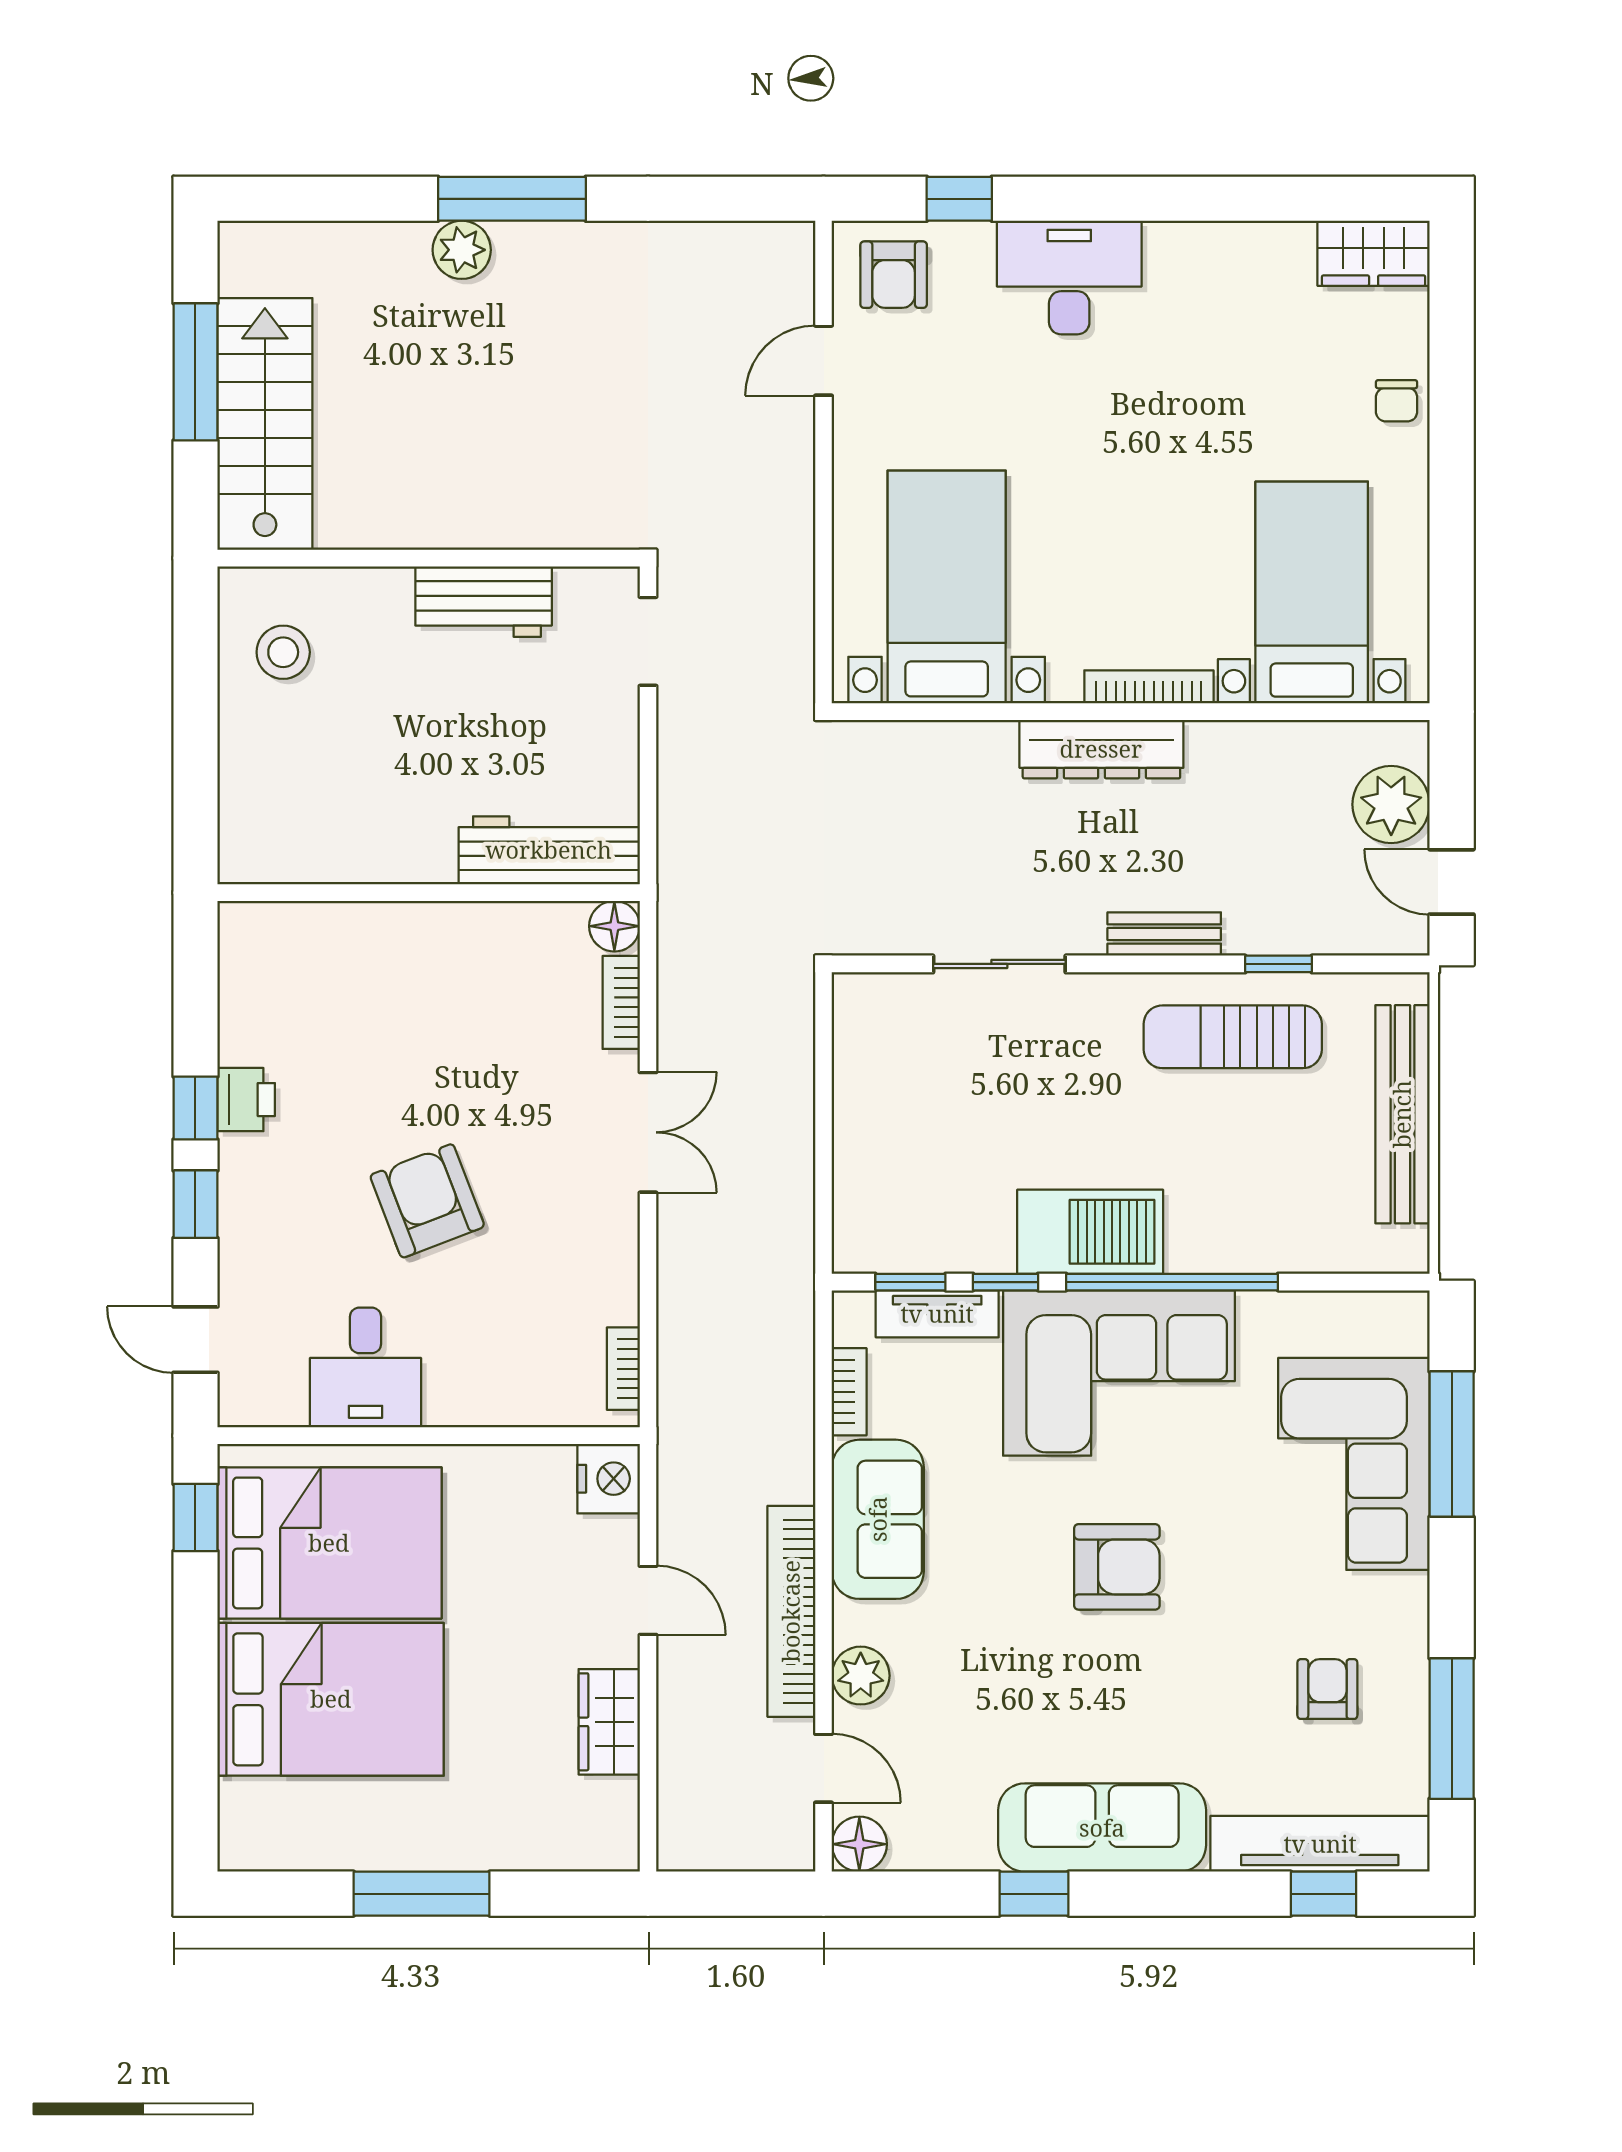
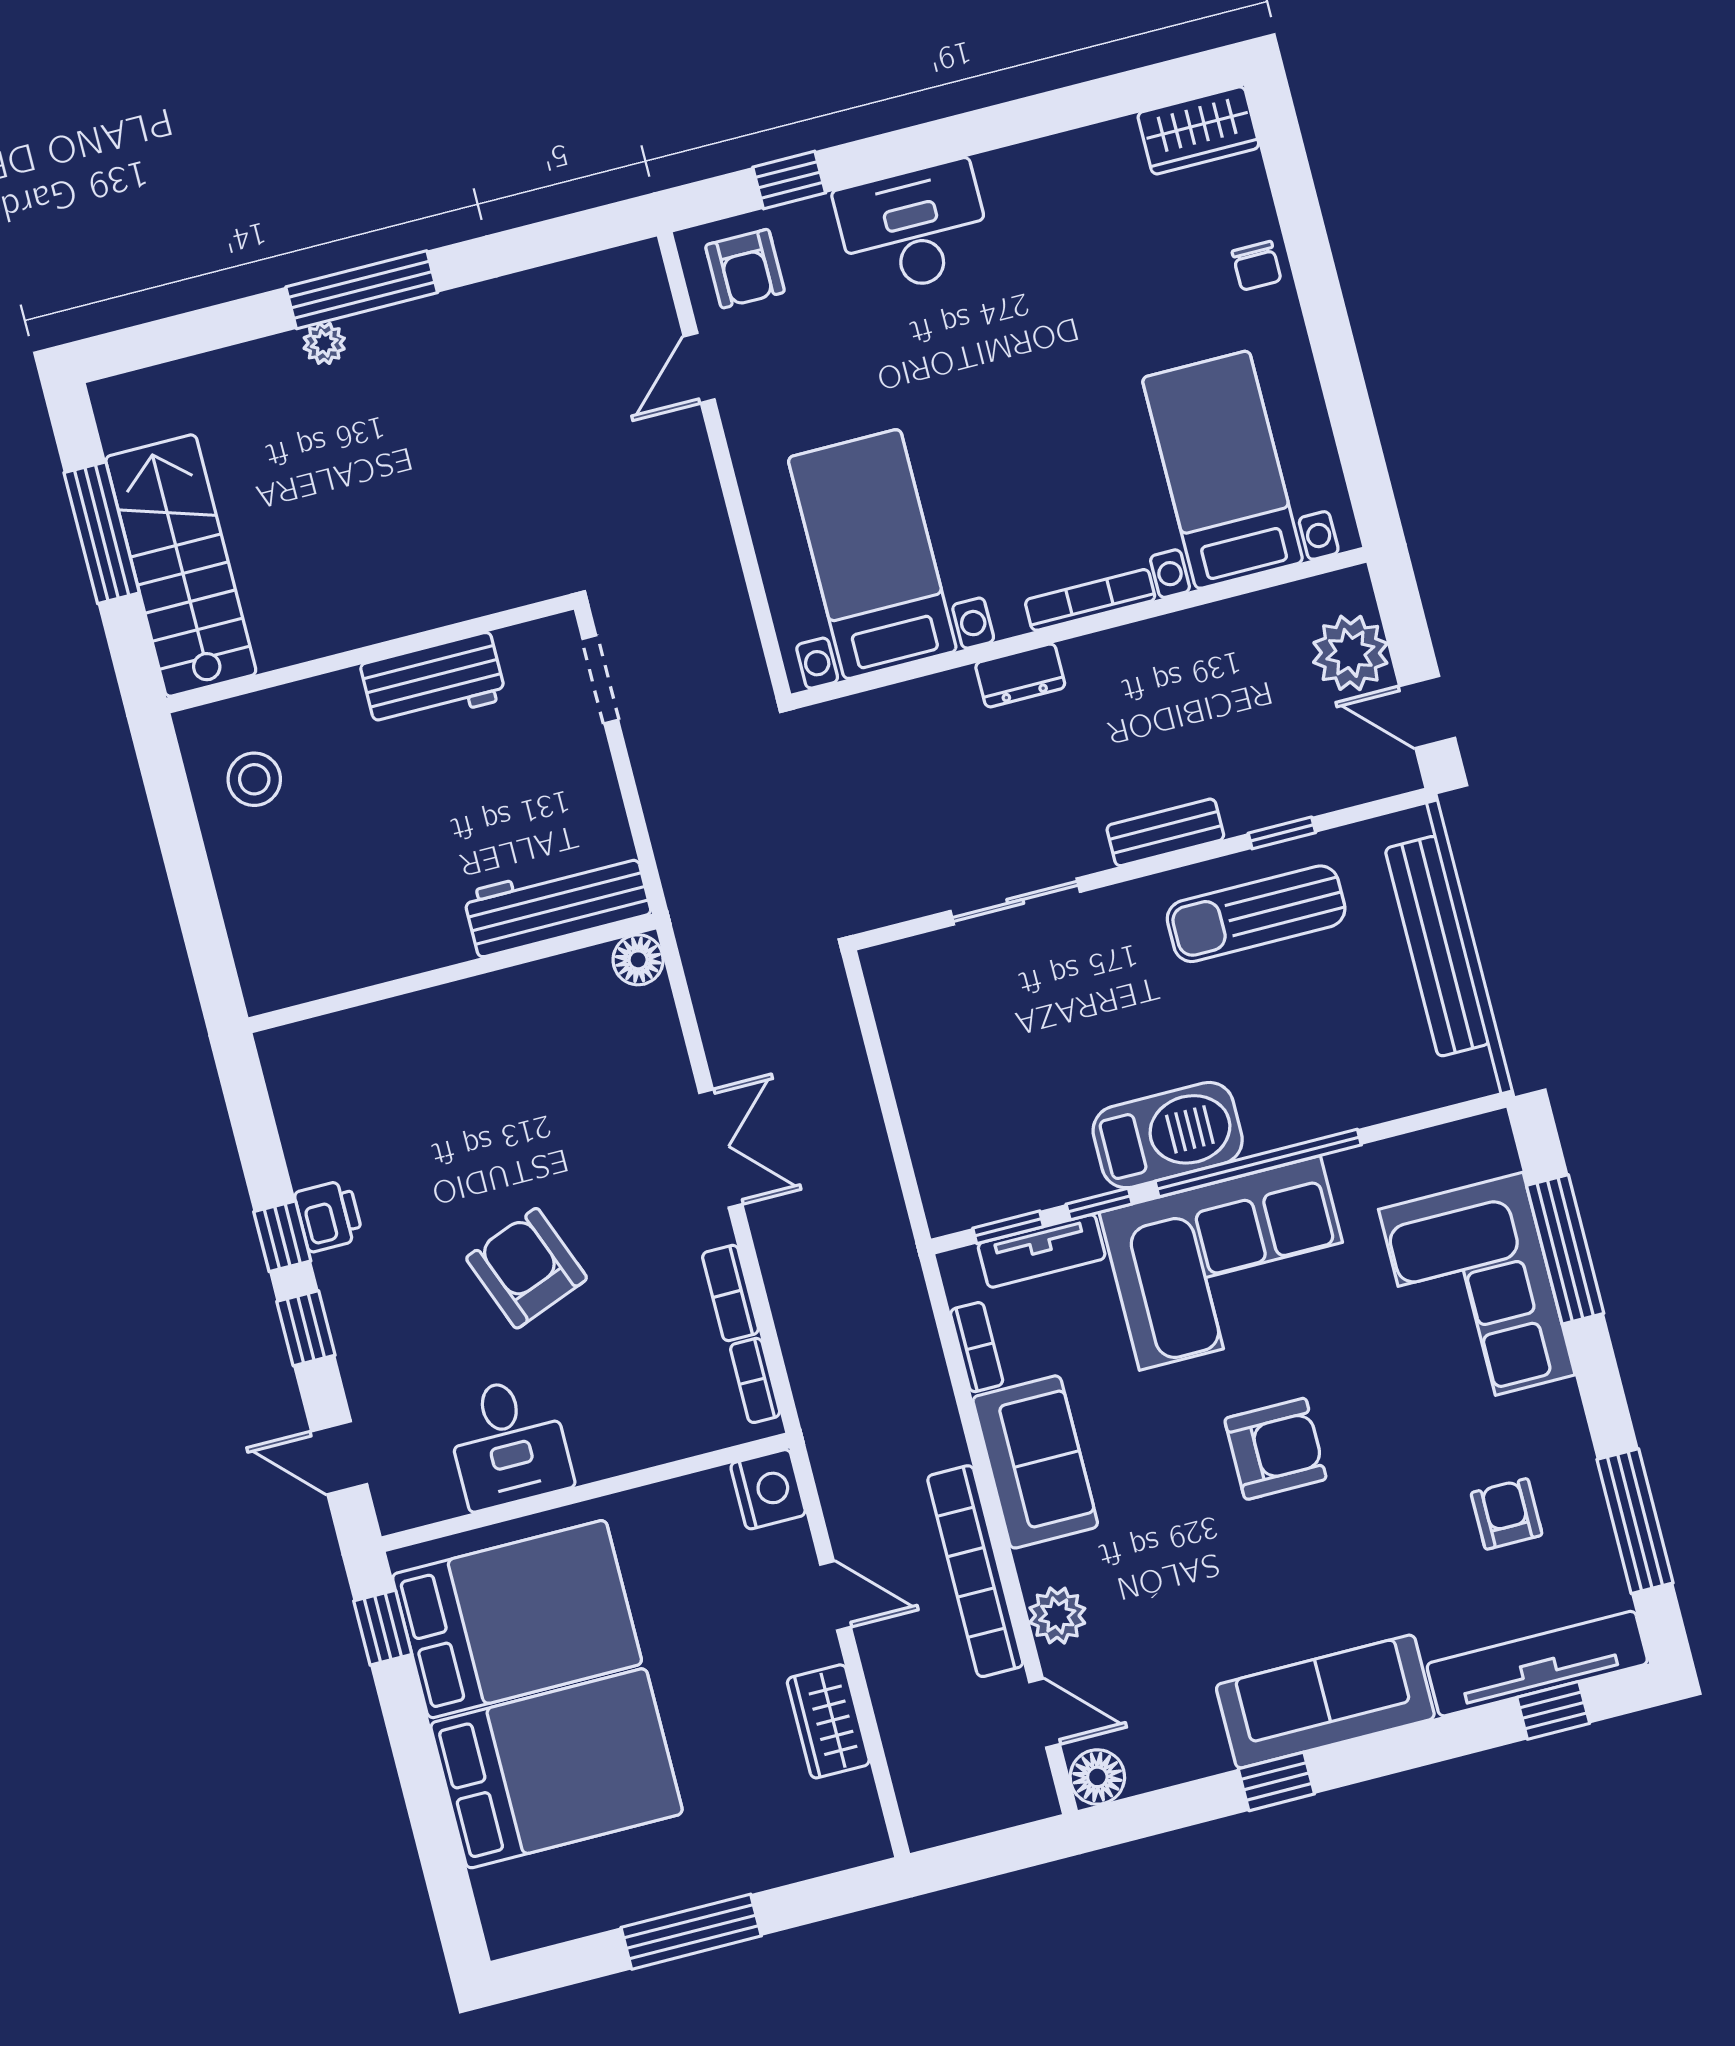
plant: (462, 250) -> (324, 343), width x0.73, depth x0.73
dresser: (1101, 749) -> (1020, 675), width x0.51, depth x0.80
bookcase: (621, 1002) -> (730, 1293), moved

